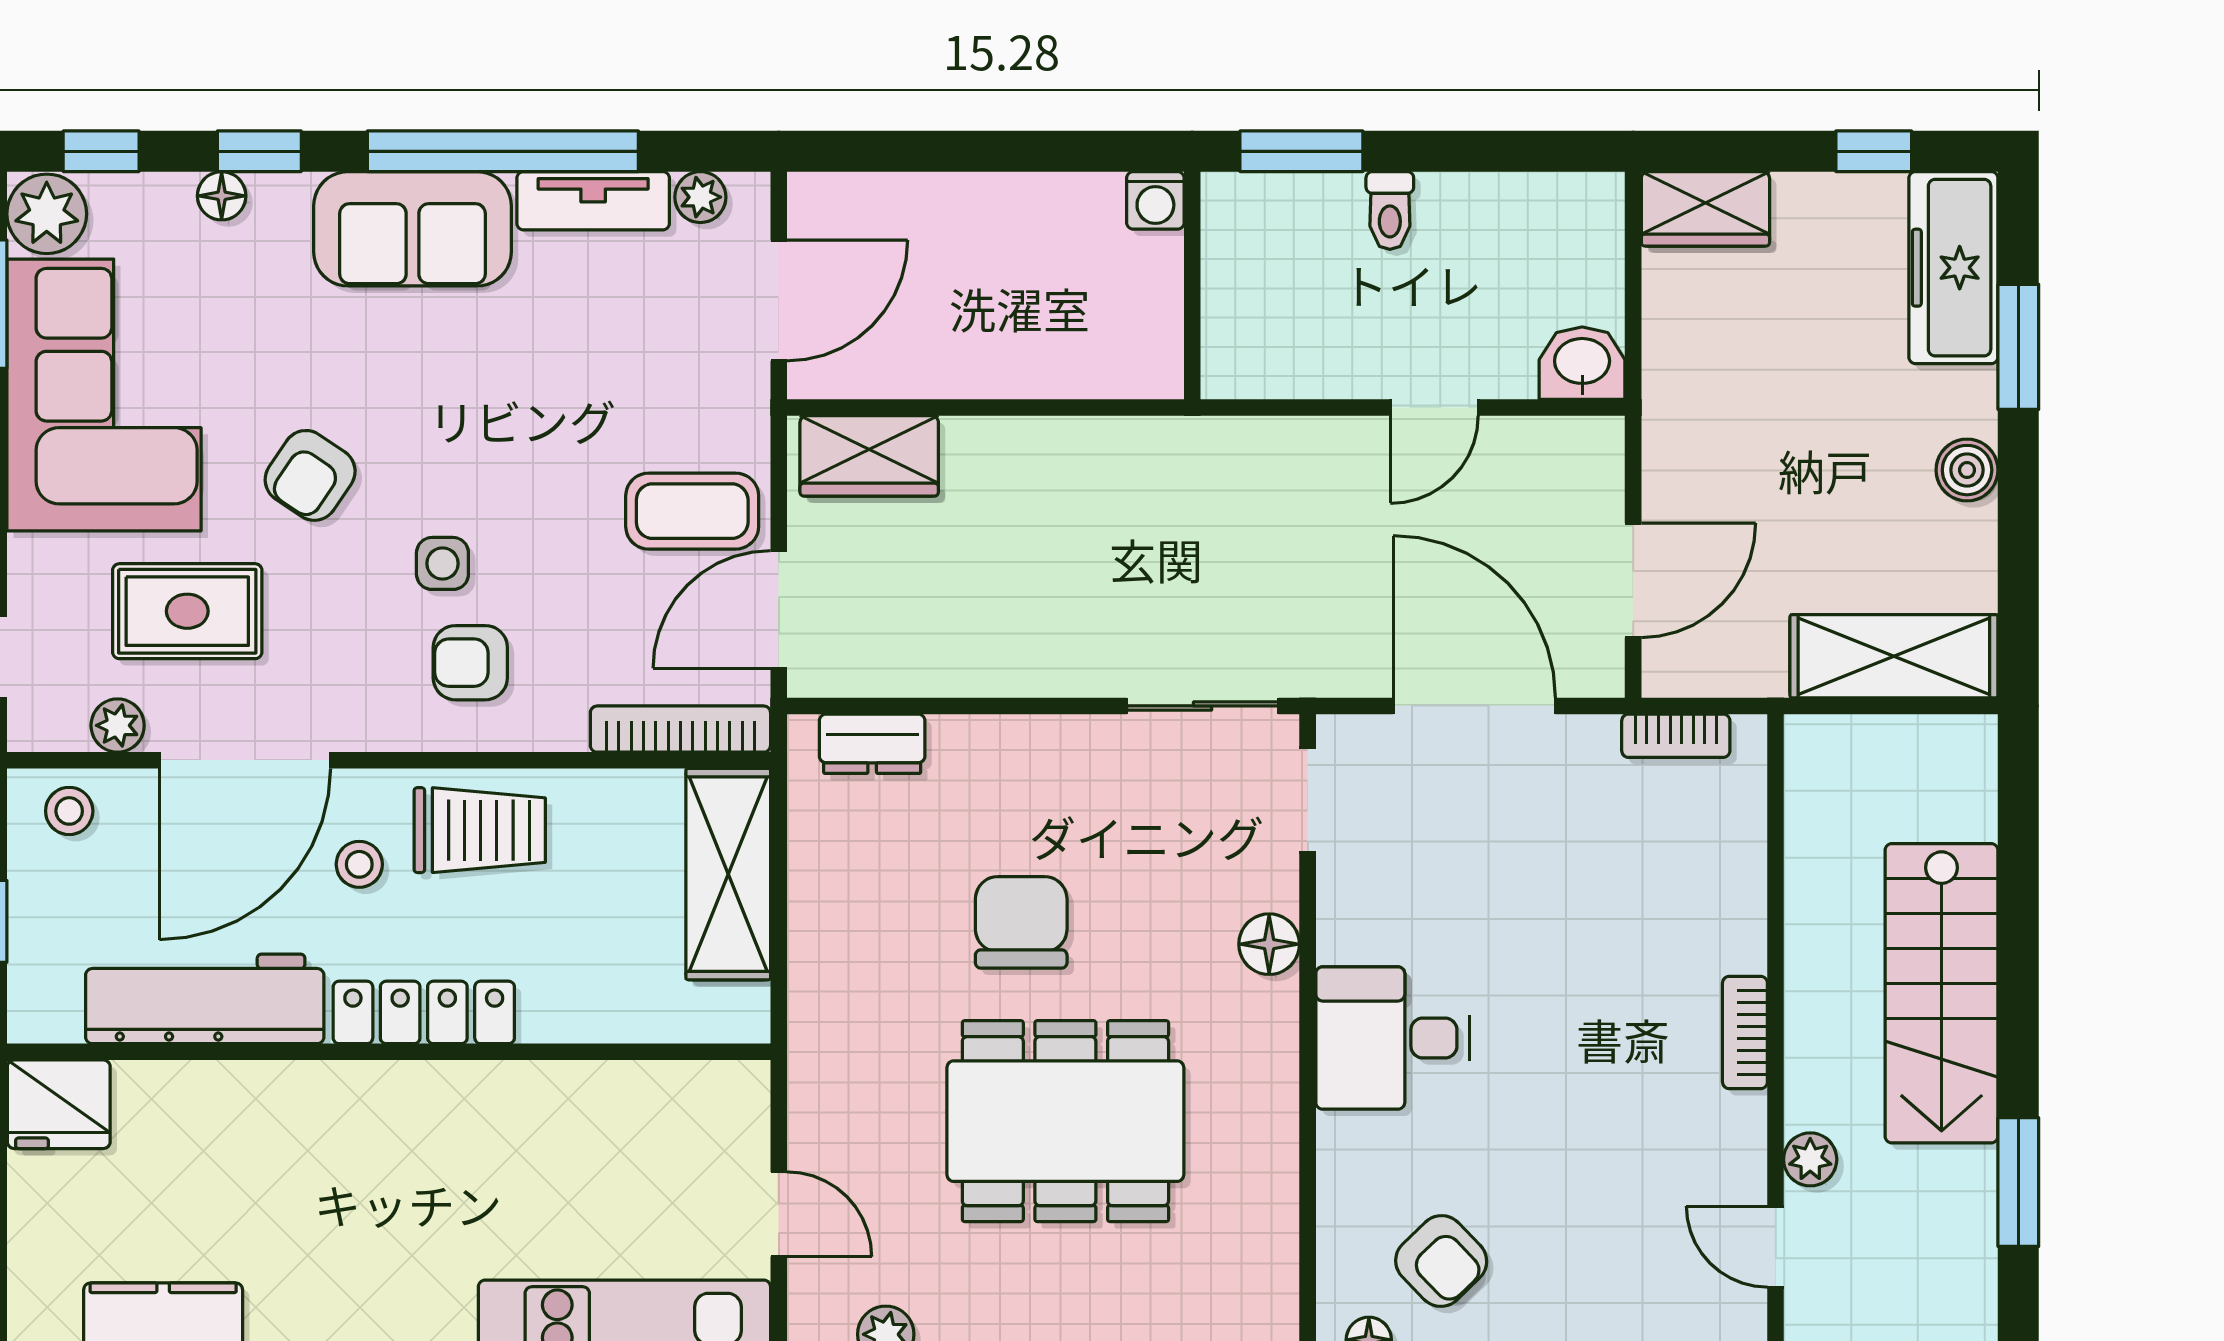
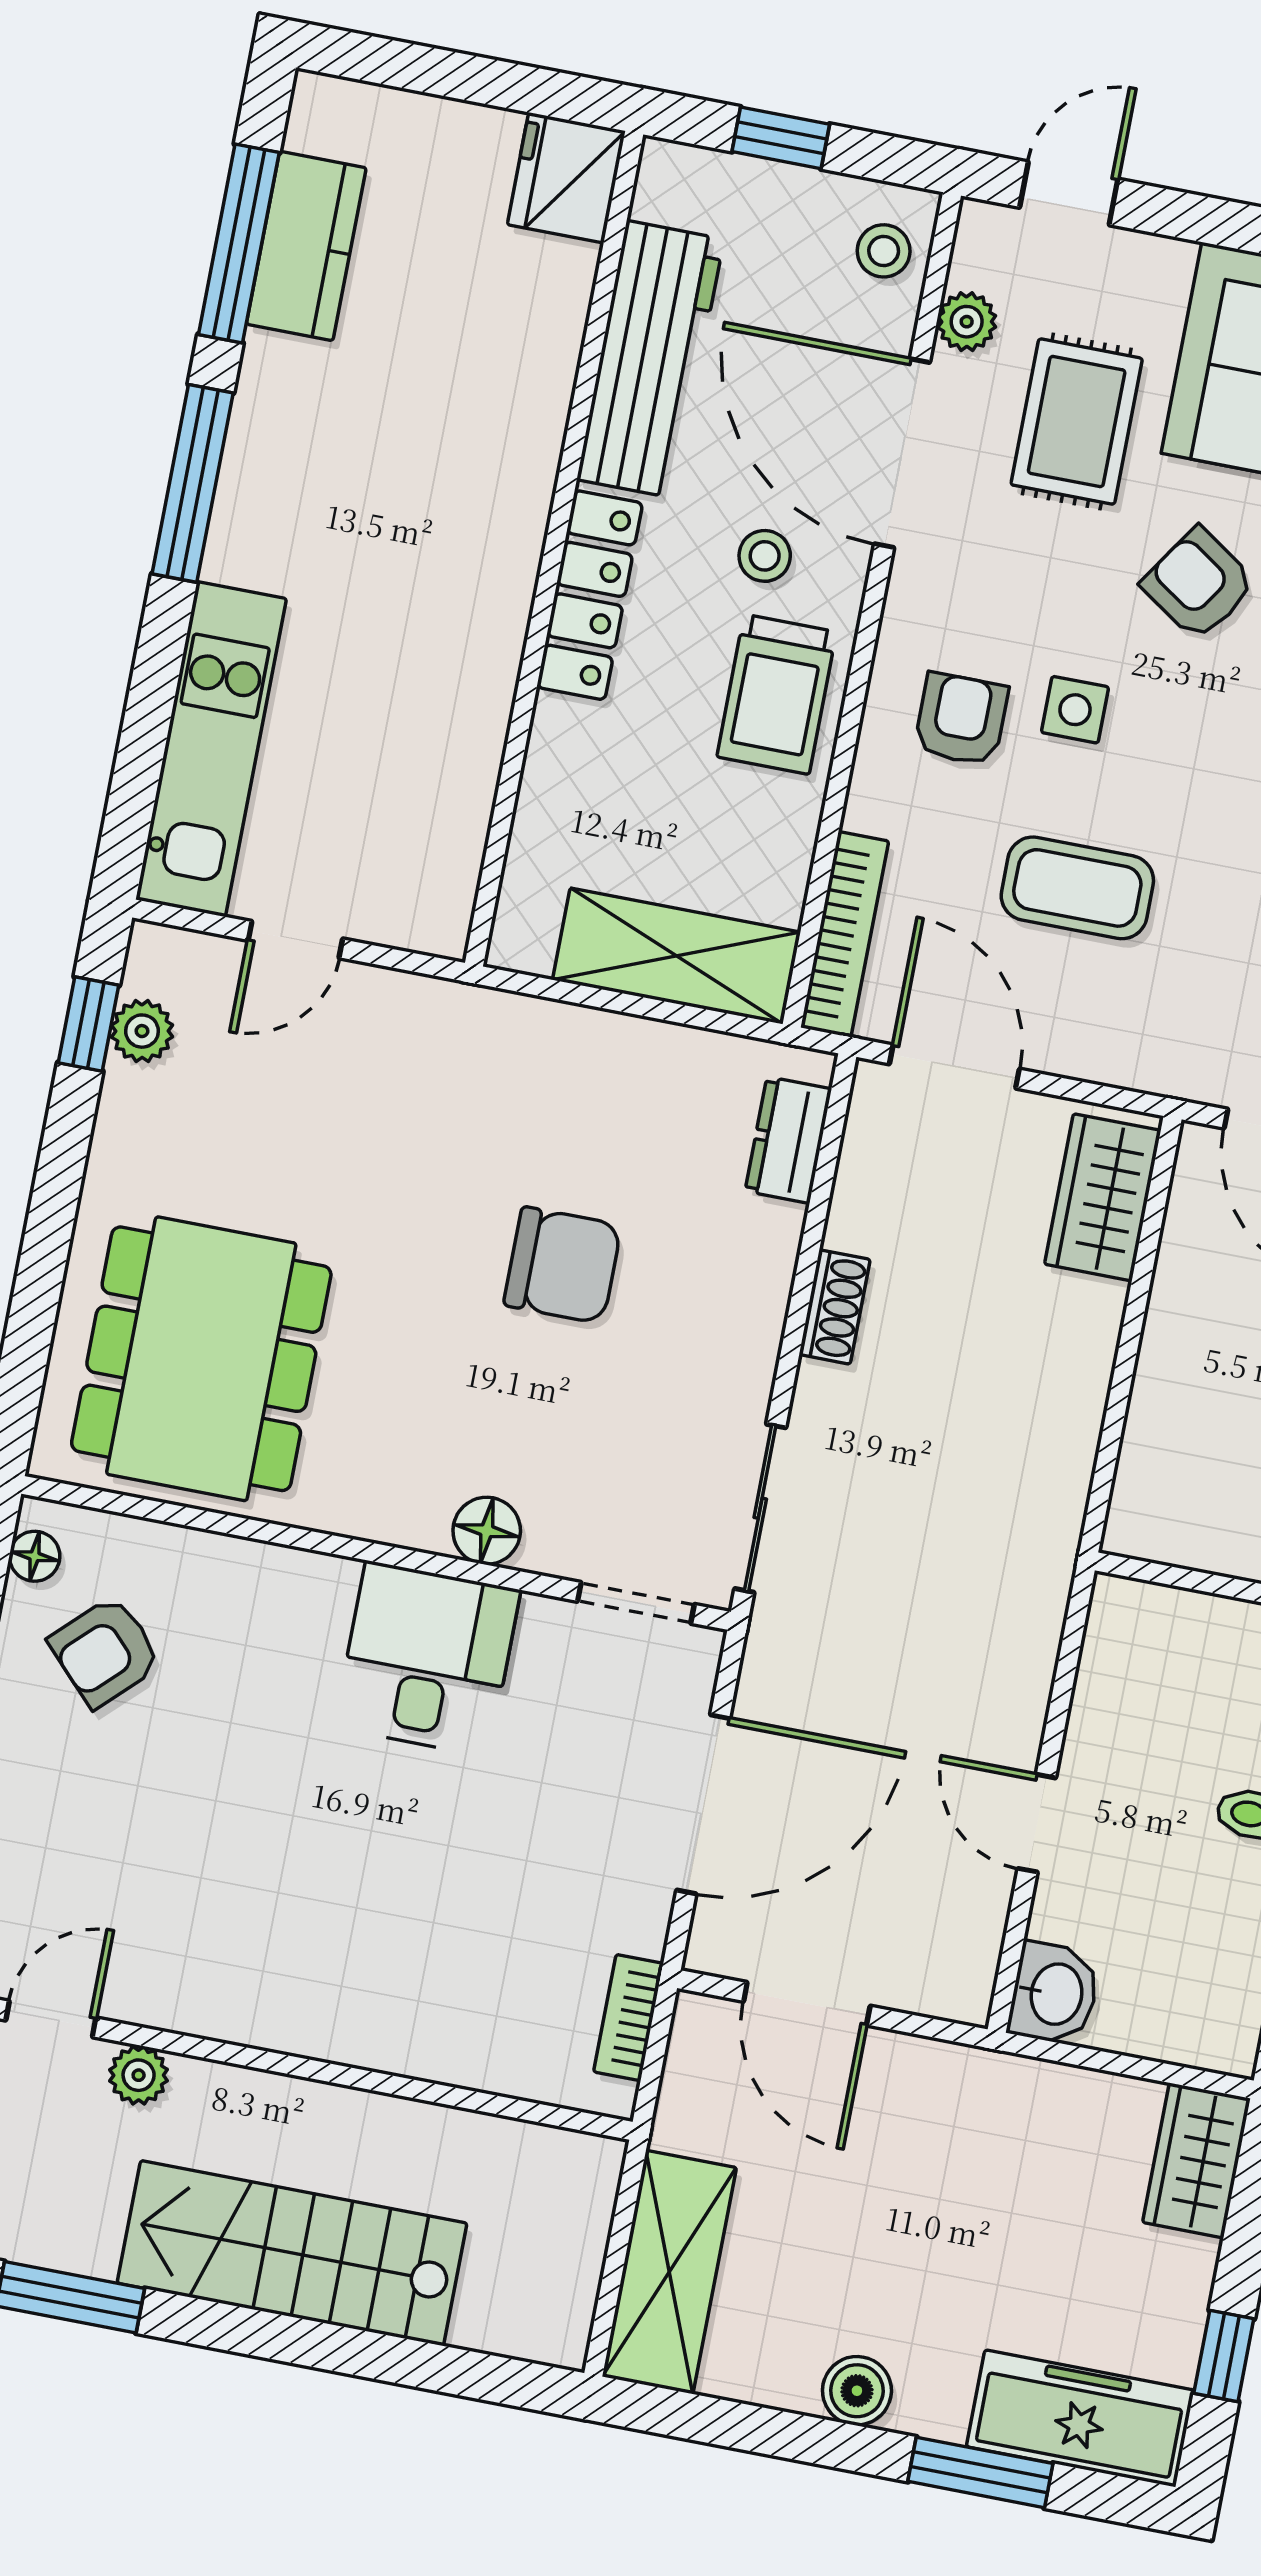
coffee table: (692, 511) -> (1077, 888), moved, turned 90
shoe rack: (1012, 674) -> (835, 1307), added
bookcase: (1745, 1033) -> (291, 2031), removed
desk: (1392, 1038) -> (427, 1659), moved
dining table: (1065, 1121) -> (201, 1359), moved

